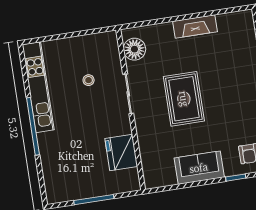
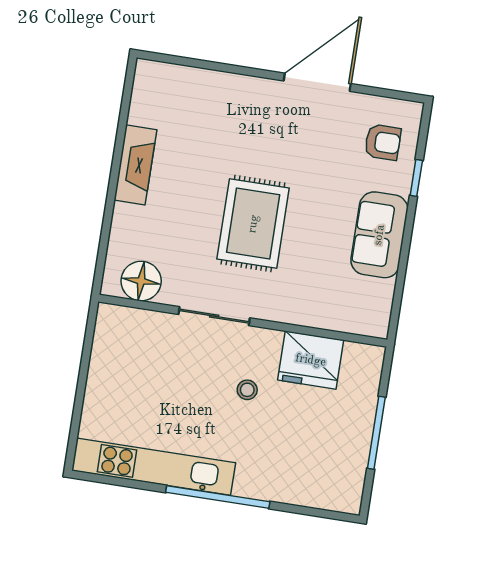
stool: (89, 80) -> (247, 390), moved
rug: (184, 99) -> (253, 224), turned 90

